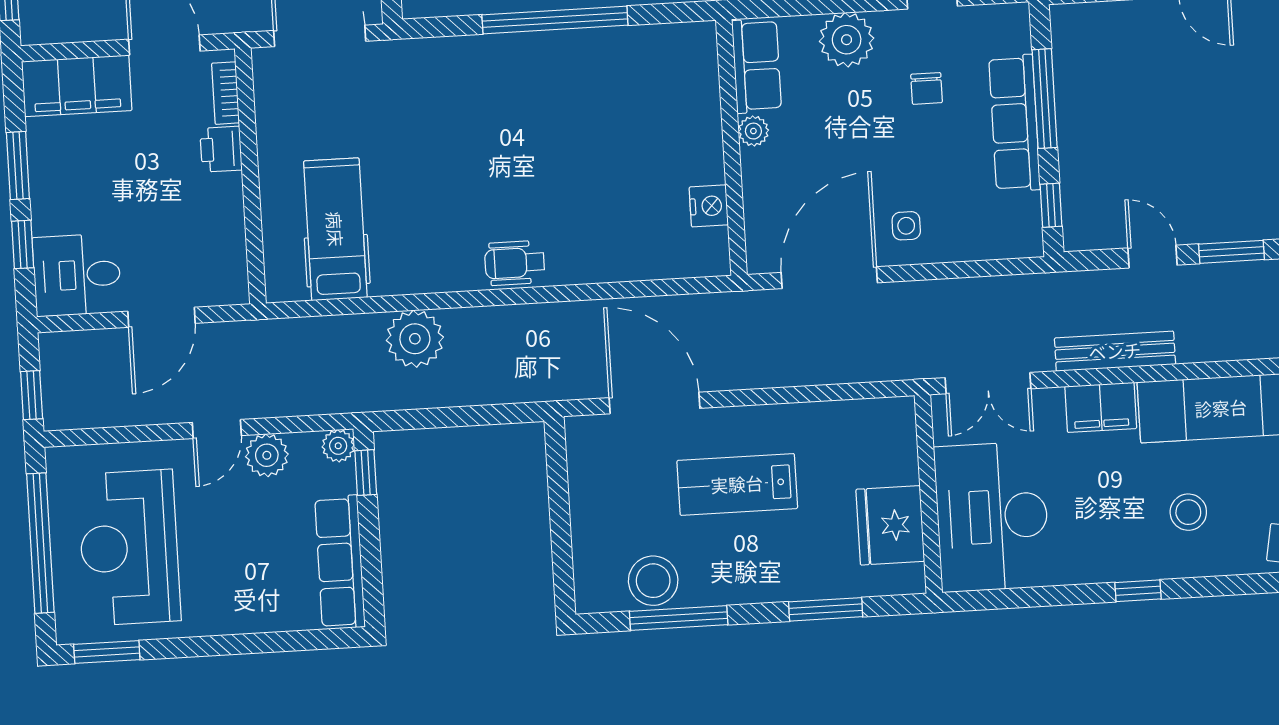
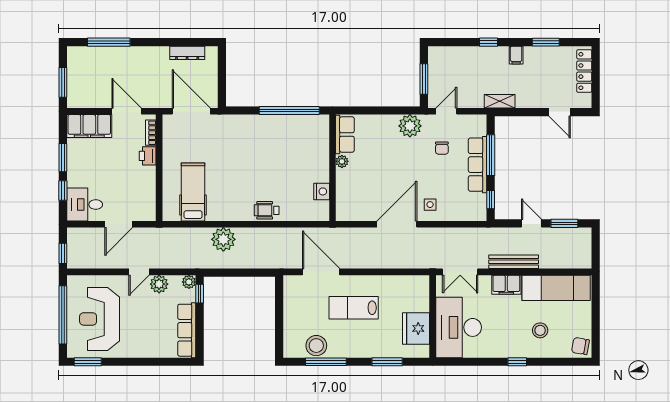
row of seats: (757, 66) -> (345, 134), moved
plant: (753, 131) -> (342, 161), moved
wall: (731, 147) -> (332, 168), moved
nightstand: (709, 206) -> (322, 191), moved

